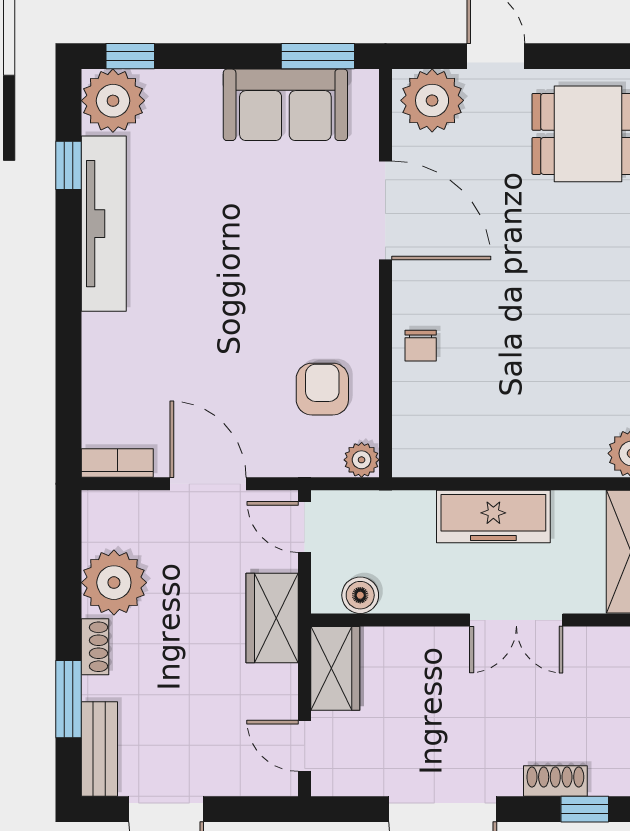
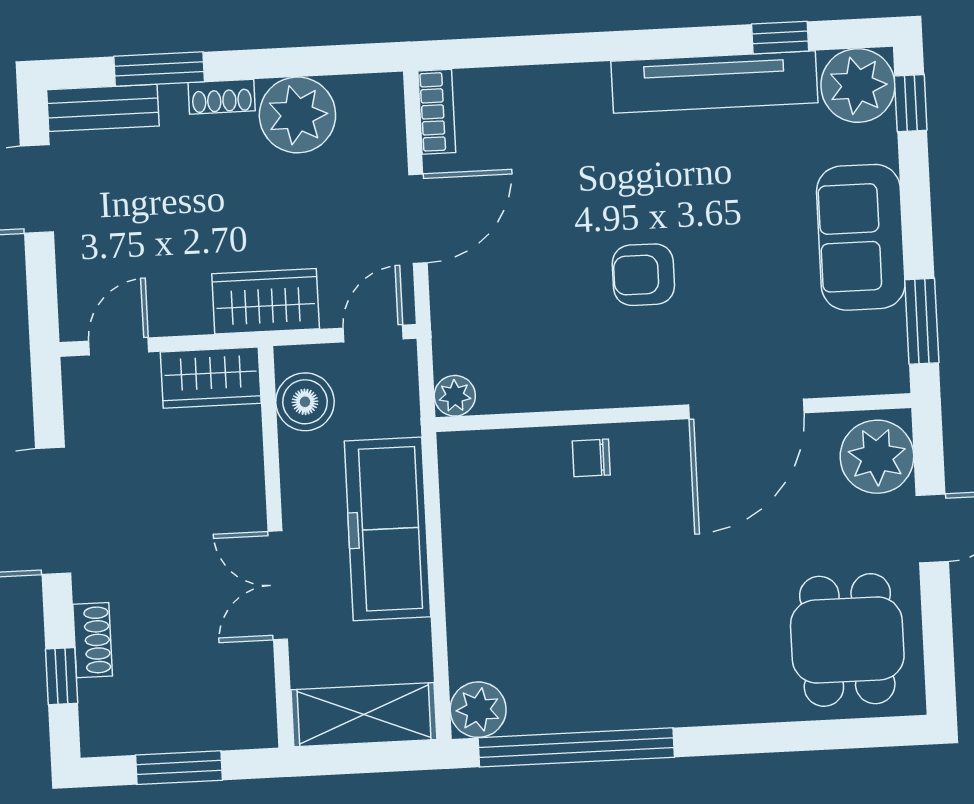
sofa: (285, 105) -> (861, 237), moved
armchair: (322, 389) -> (643, 275), moved, turned 180
freezer: (493, 516) -> (387, 529), width x1.36, depth x1.26
boiler: (360, 595) -> (305, 402), width x1.36, depth x1.36

